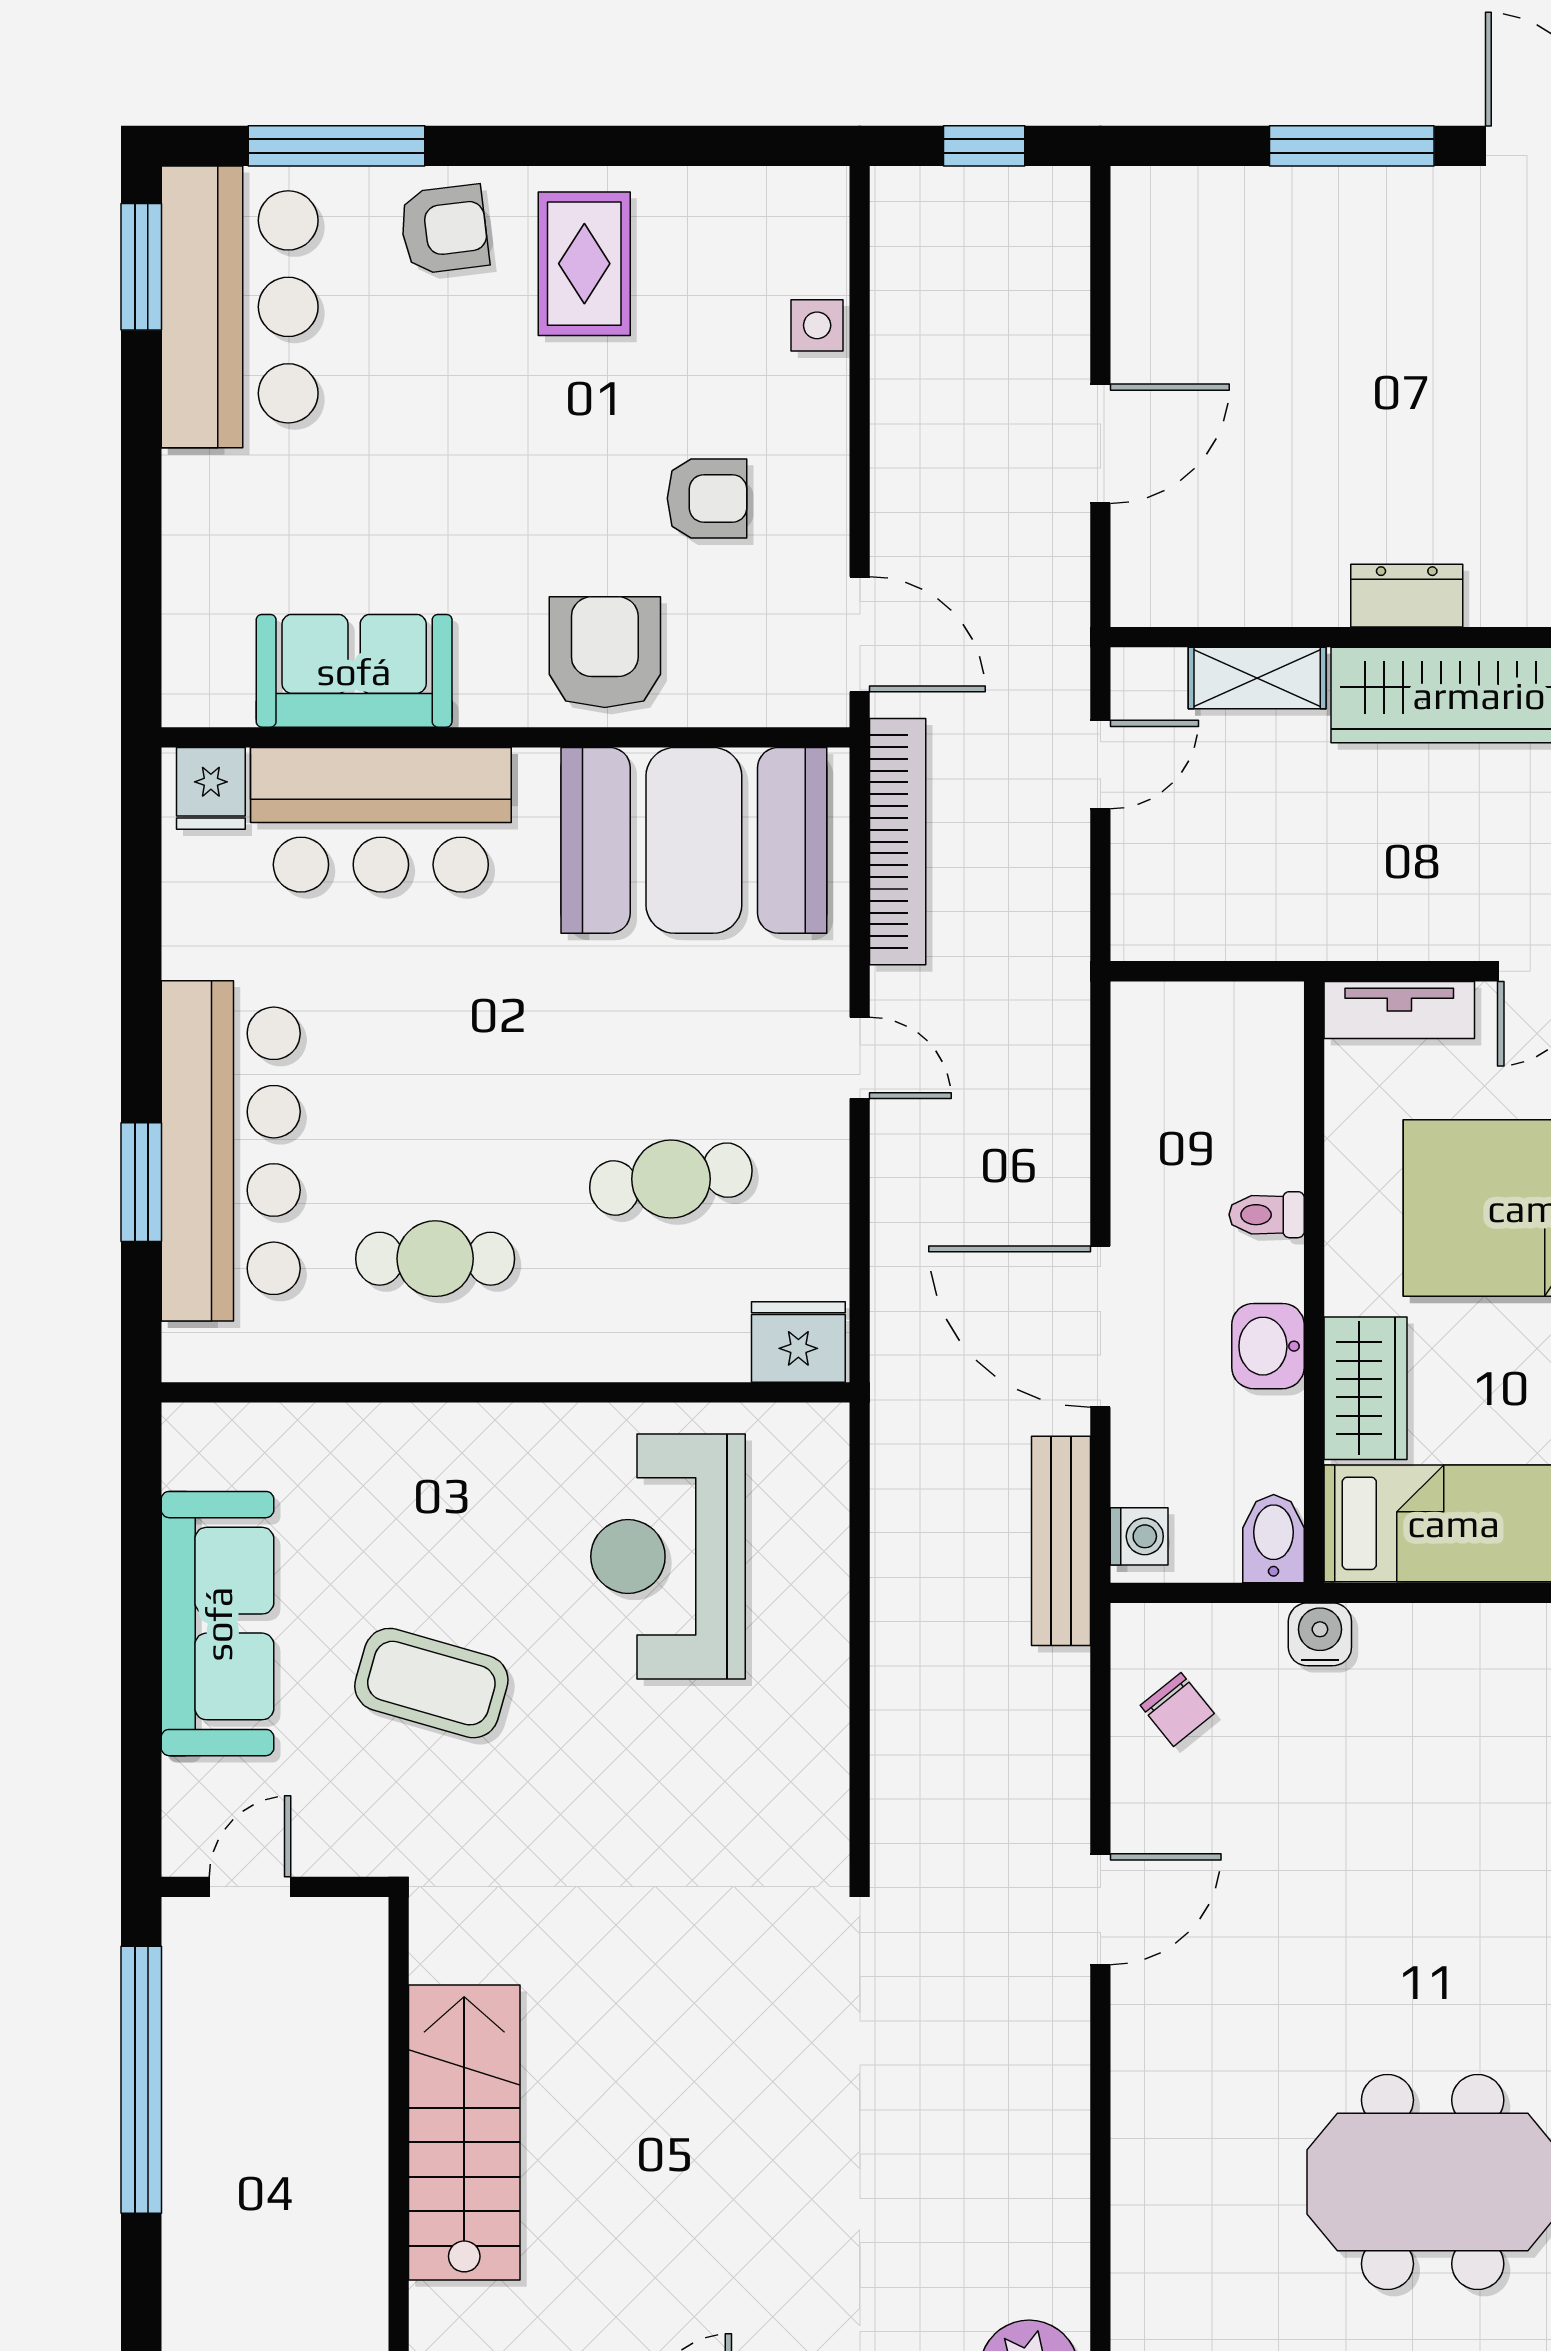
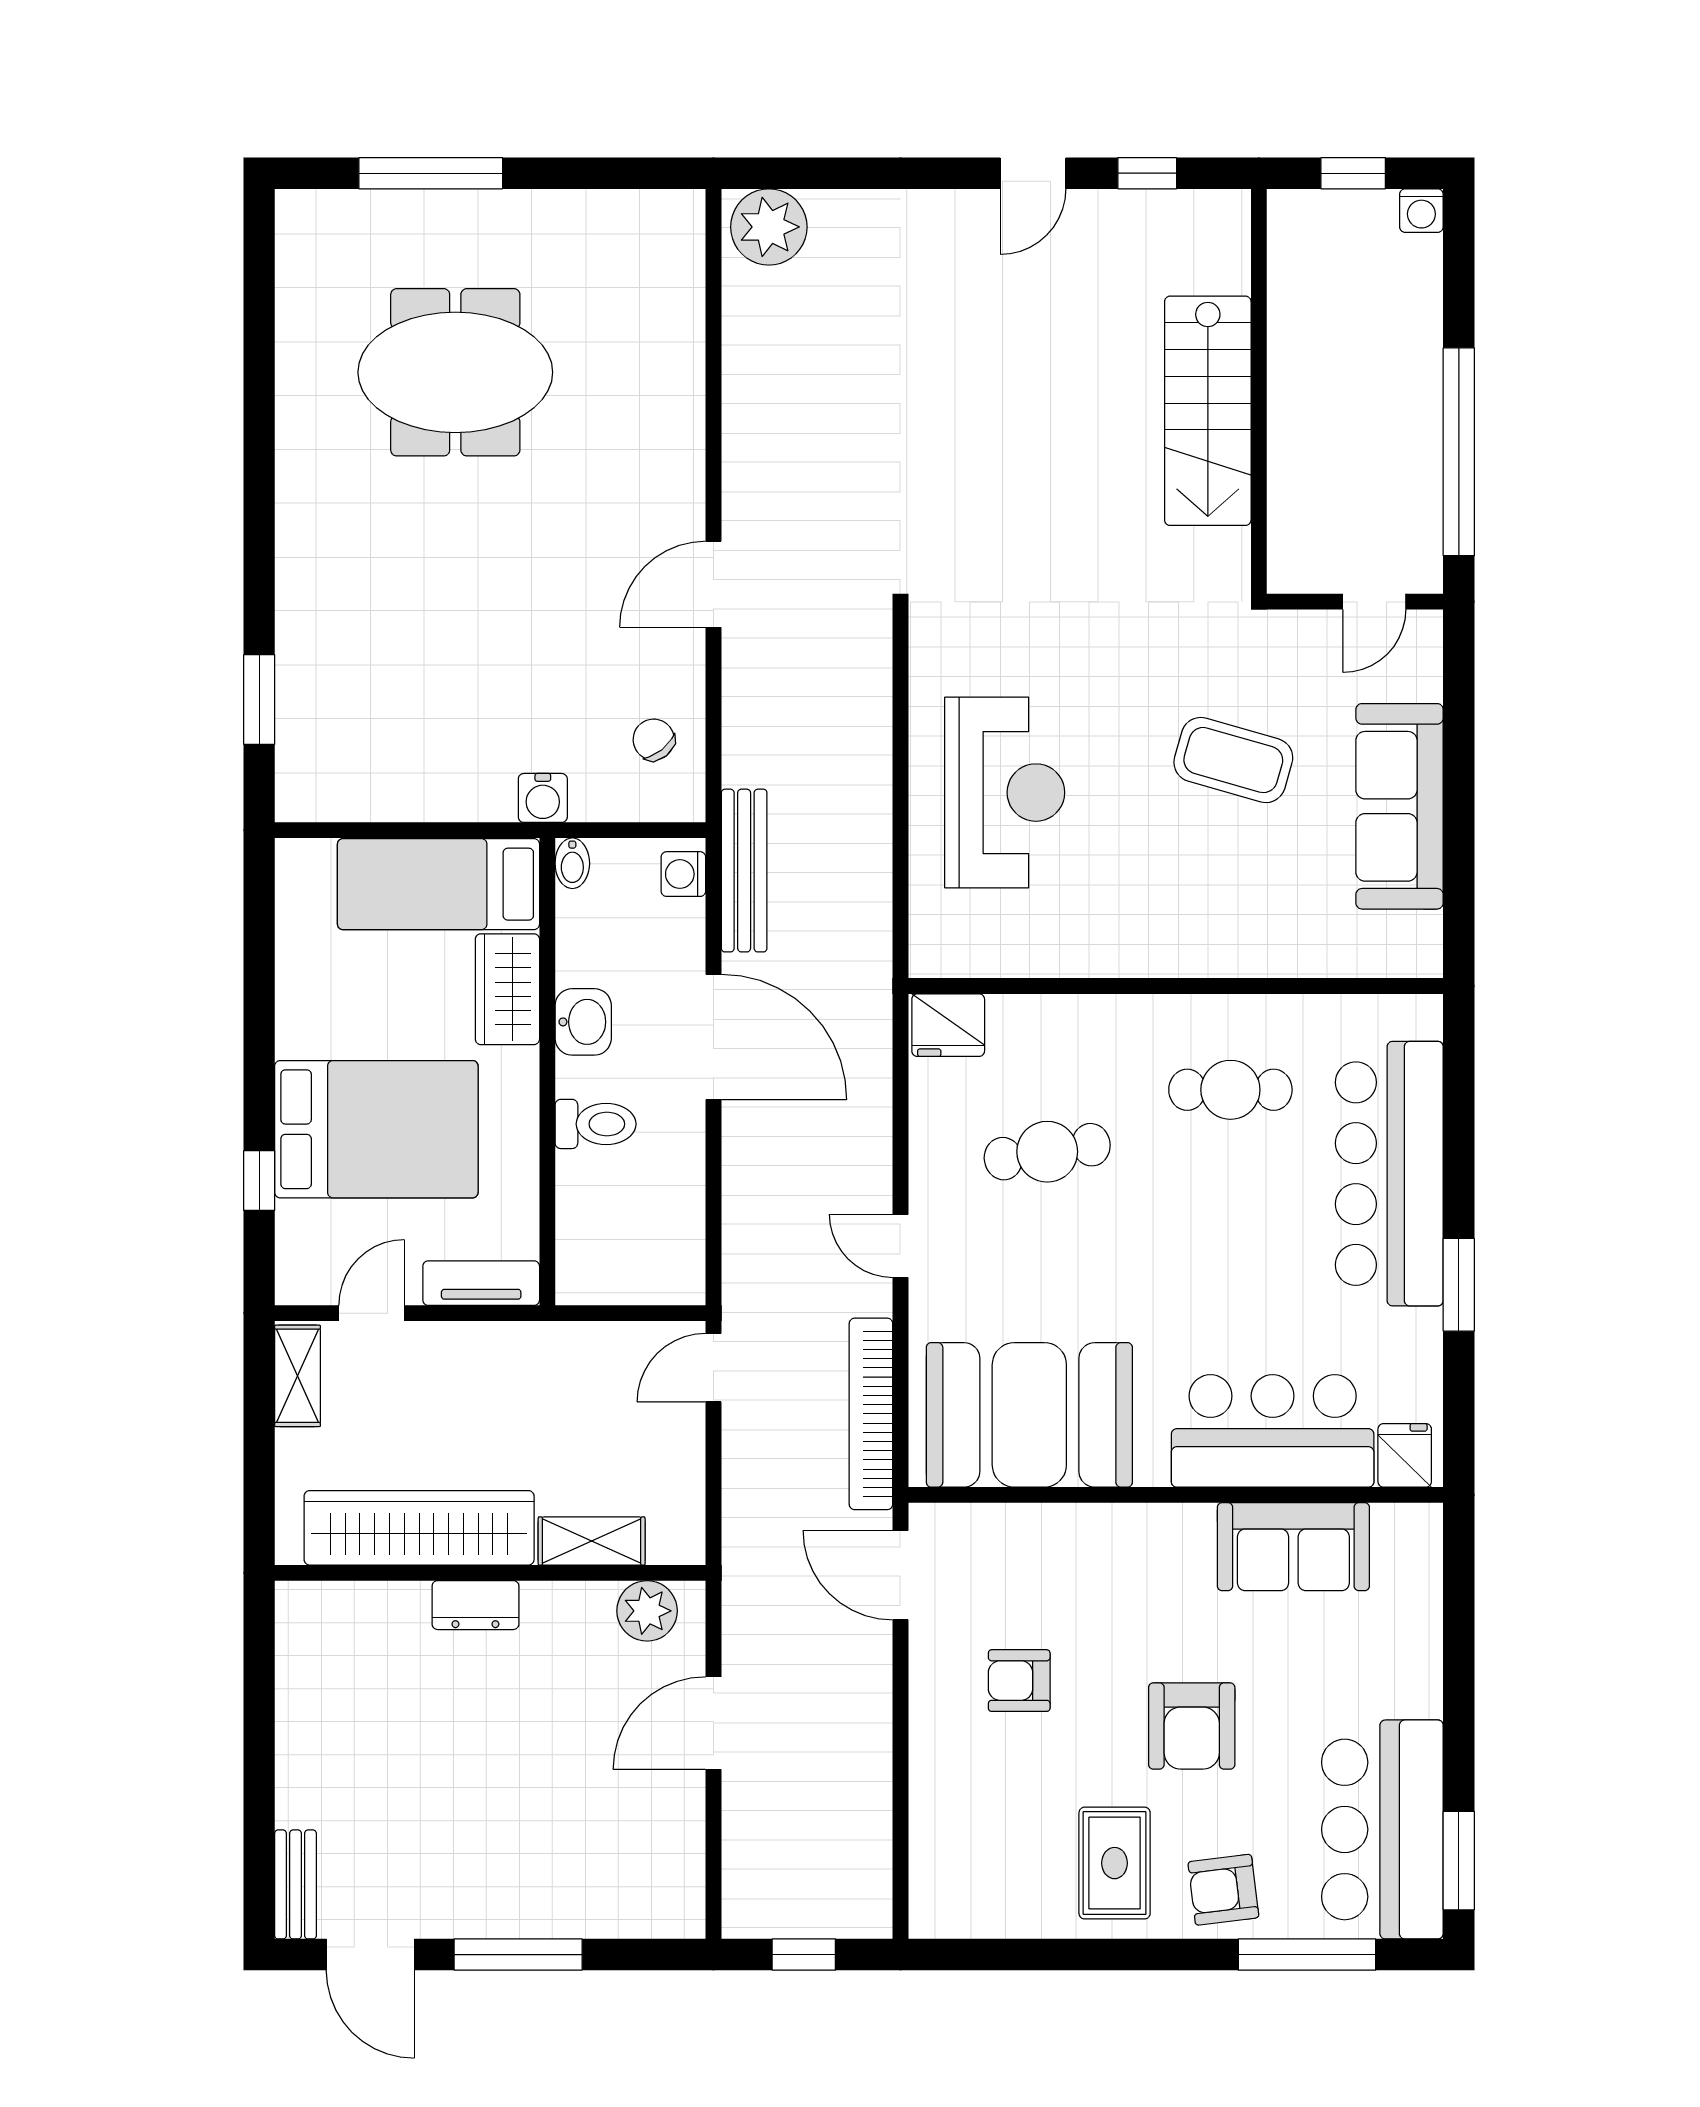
side table: (817, 325) -> (934, 1815), removed
plant: (1186, 588) -> (647, 1611), added
armchair: (605, 652) -> (1192, 1726), moved
door: (1100, 765) -> (714, 1368), moved
window: (141, 1182) -> (1459, 1285), moved
toilet: (1267, 1215) -> (596, 1124), width x1.37, depth x1.39
bidet: (1274, 1539) -> (572, 863), width x0.72, depth x0.74
reception desk: (668, 1556) -> (1005, 793), moved

